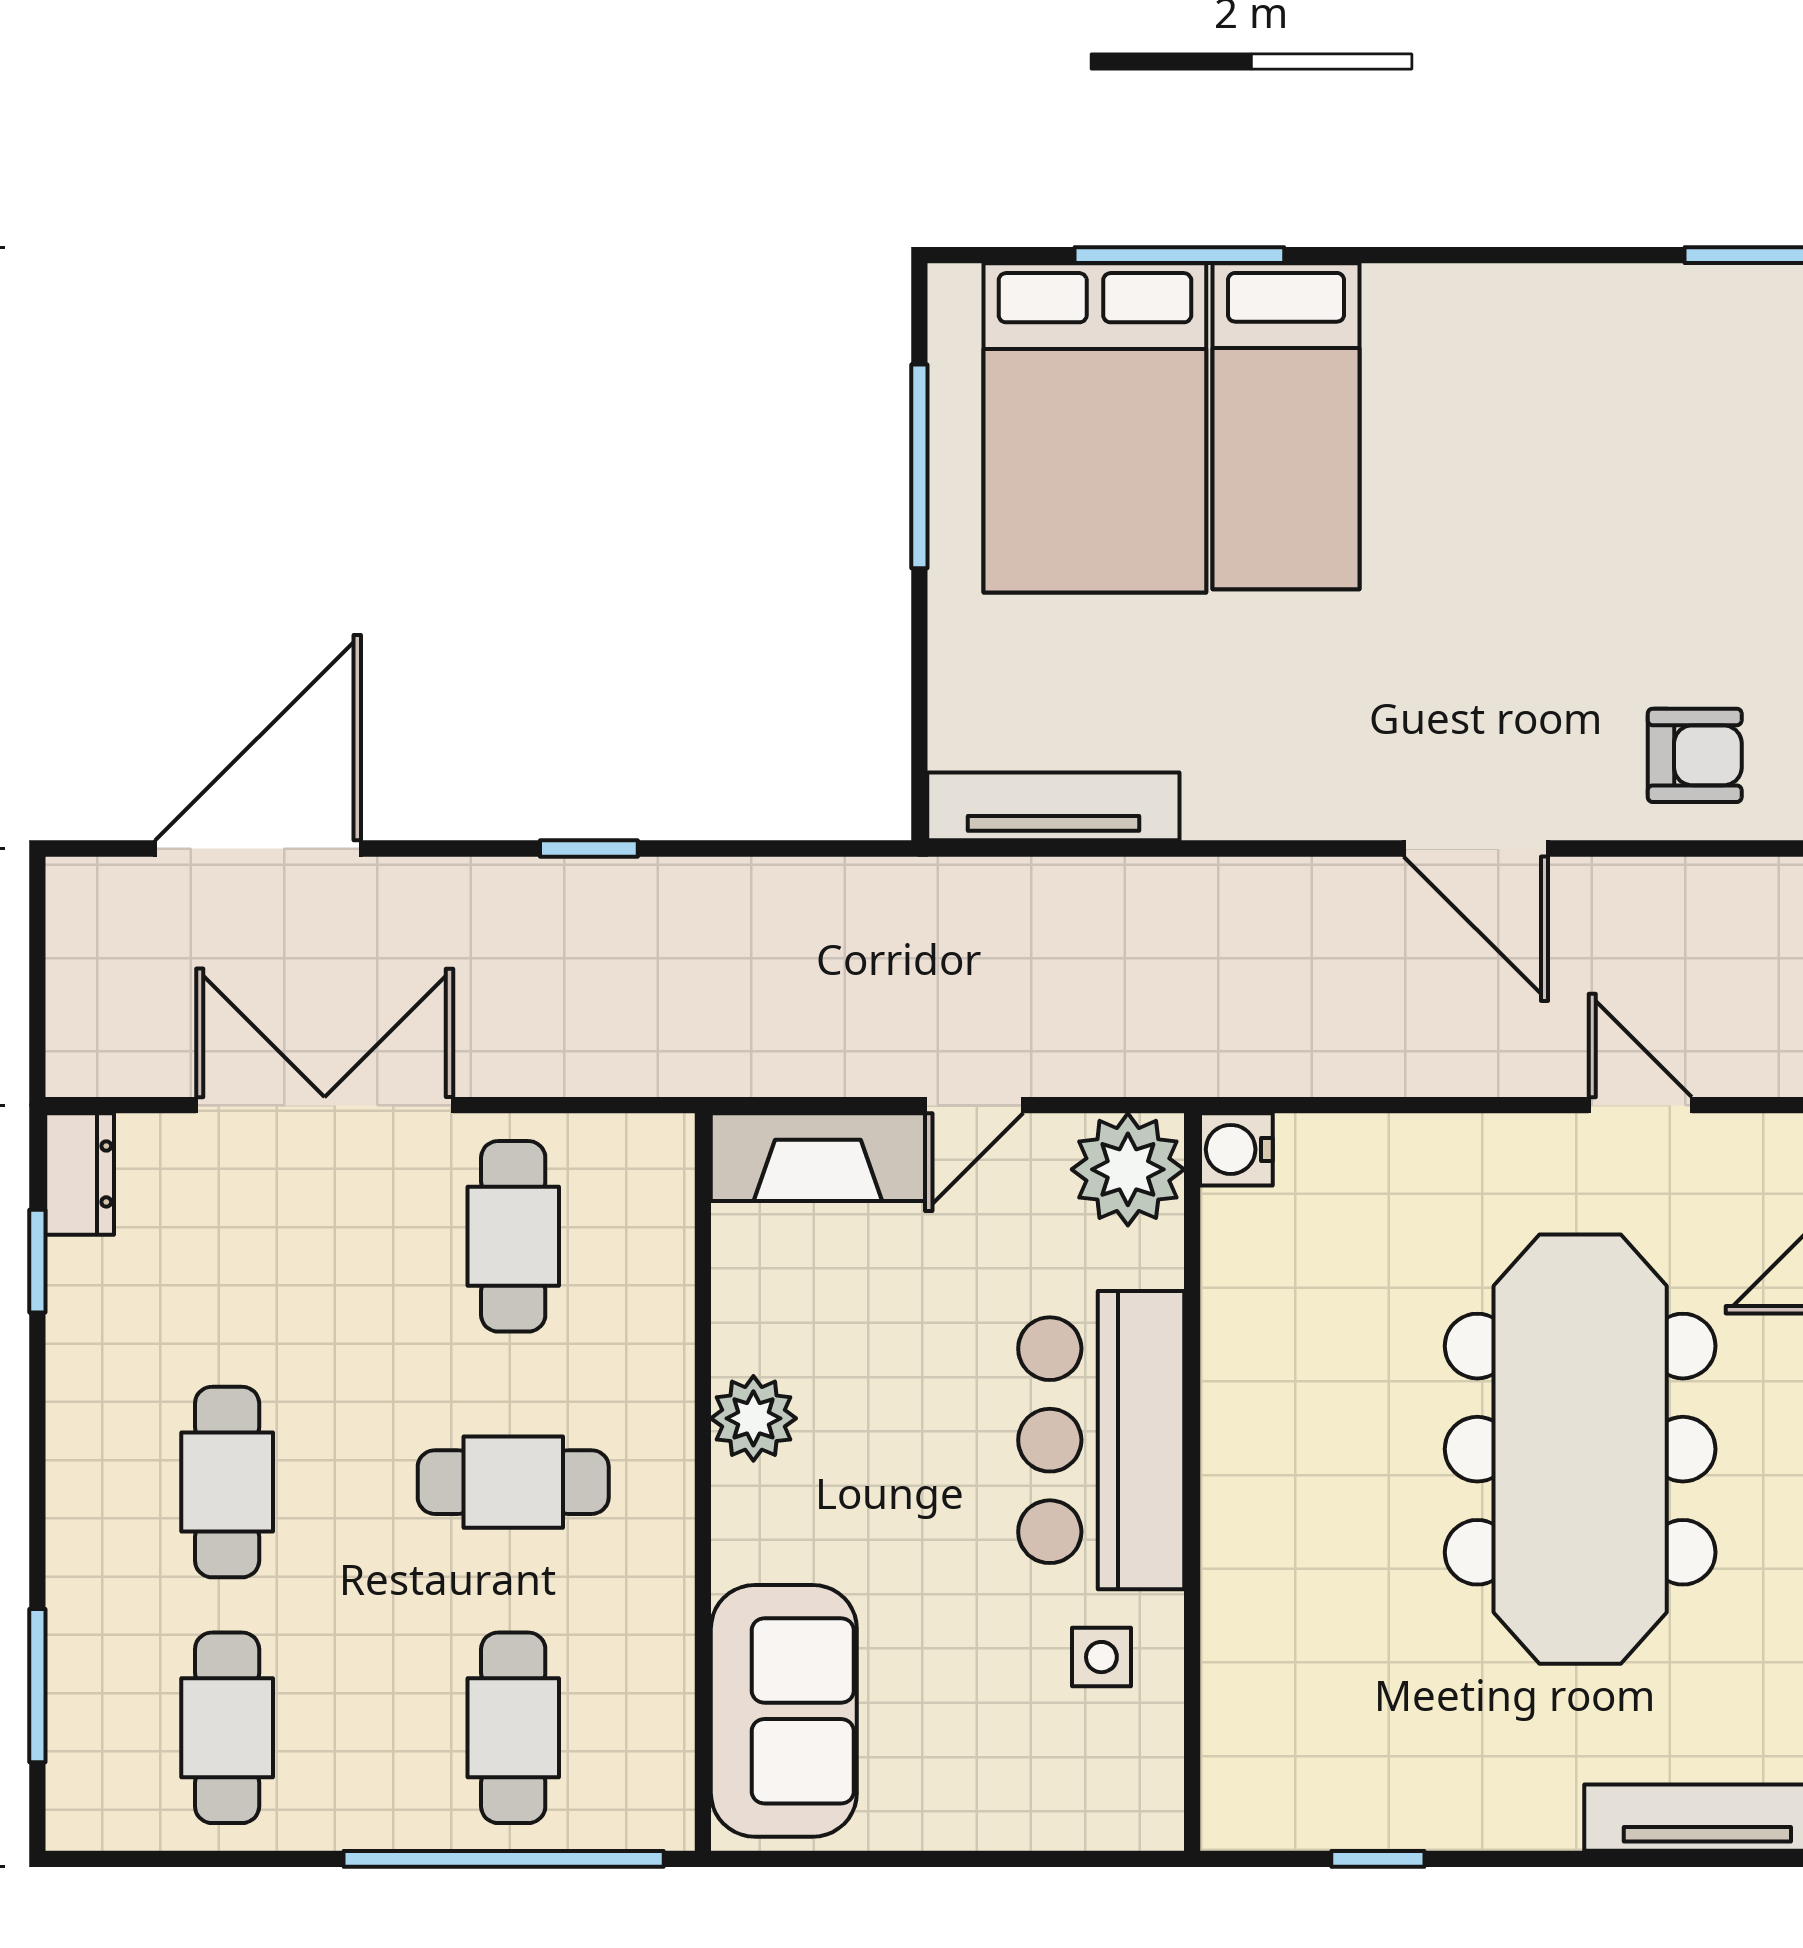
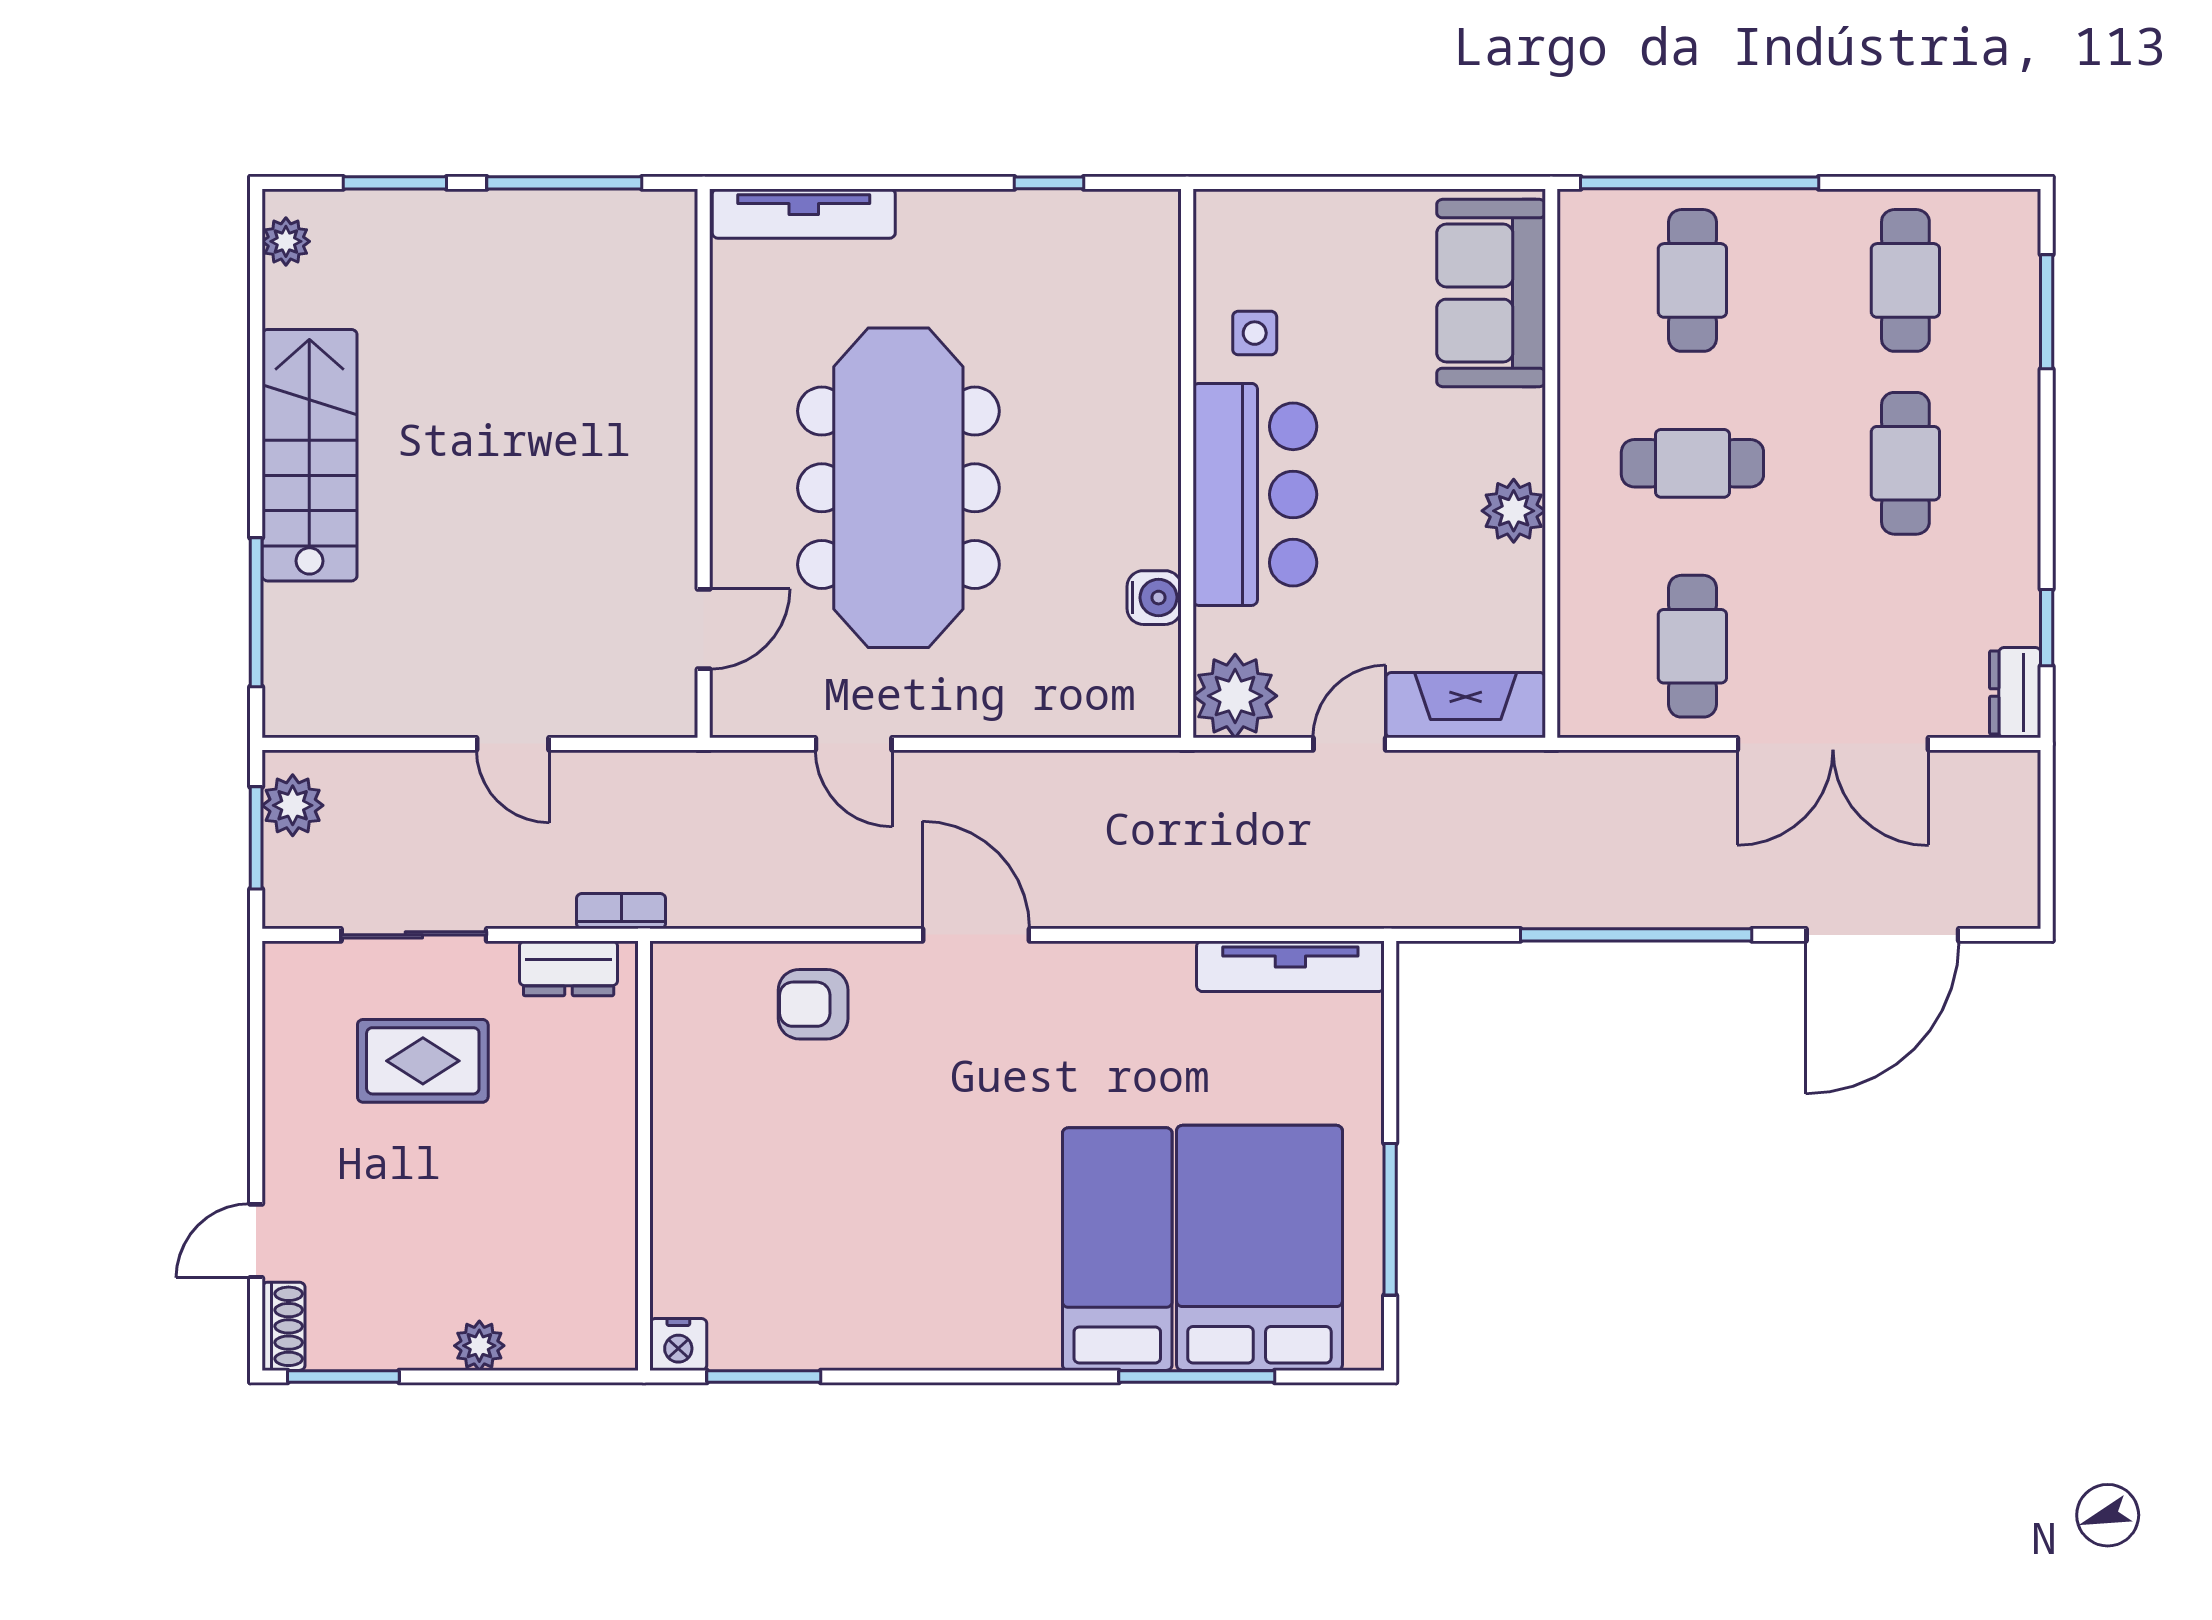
window: (589, 849) -> (1636, 935), width x3.17
water cooler: (1236, 1149) -> (1154, 598), moved

